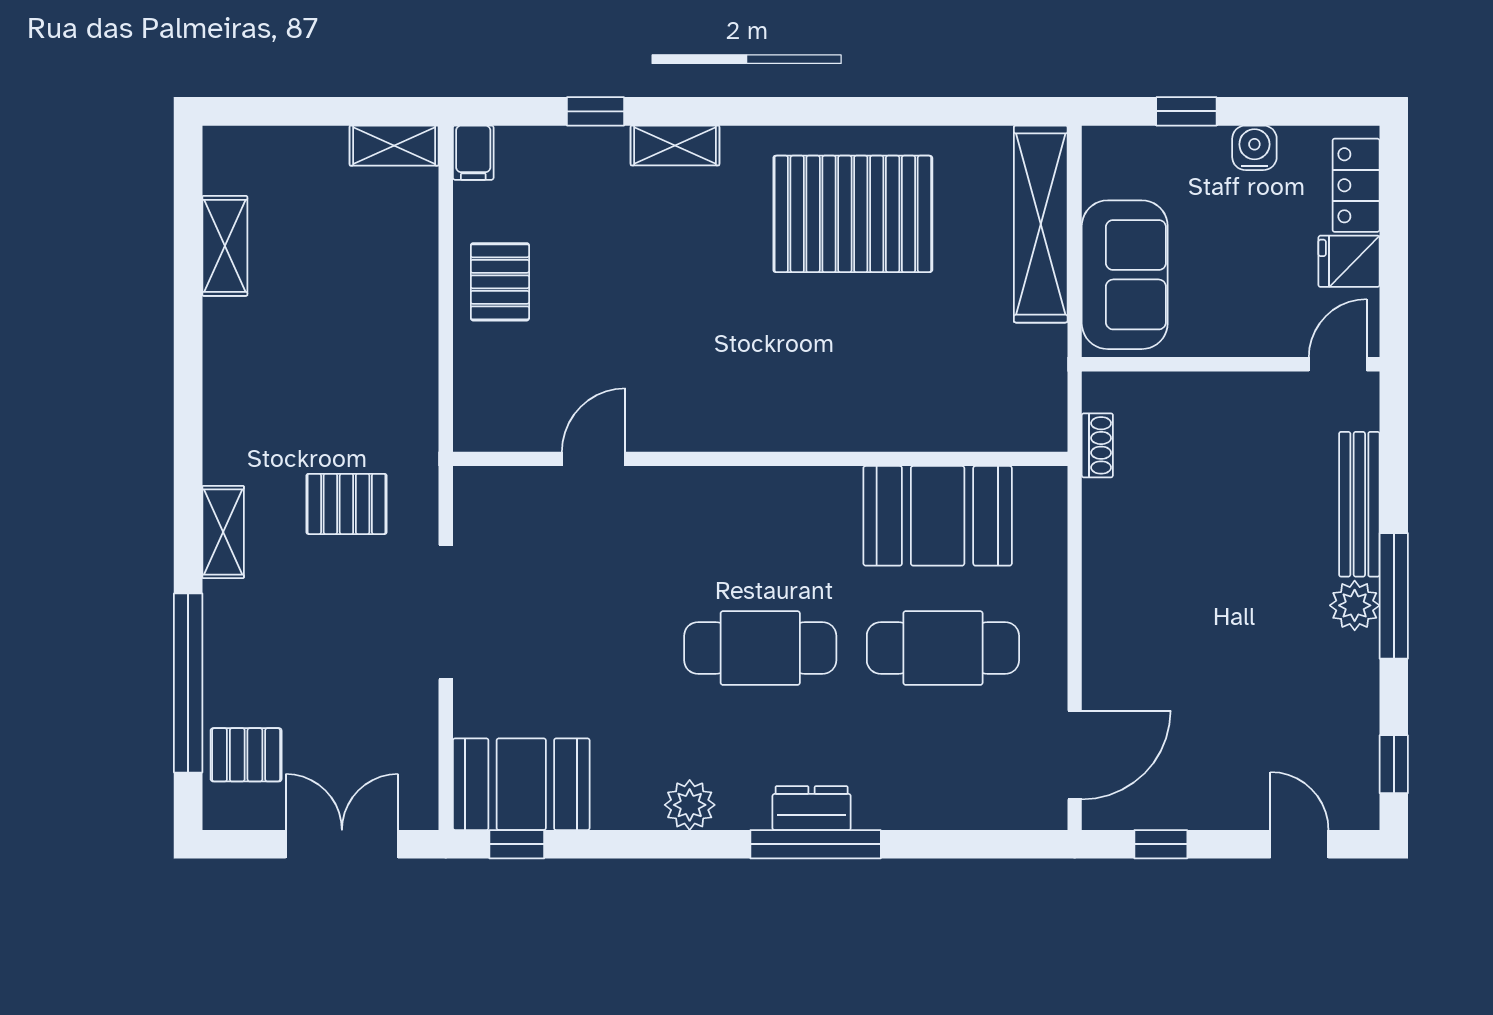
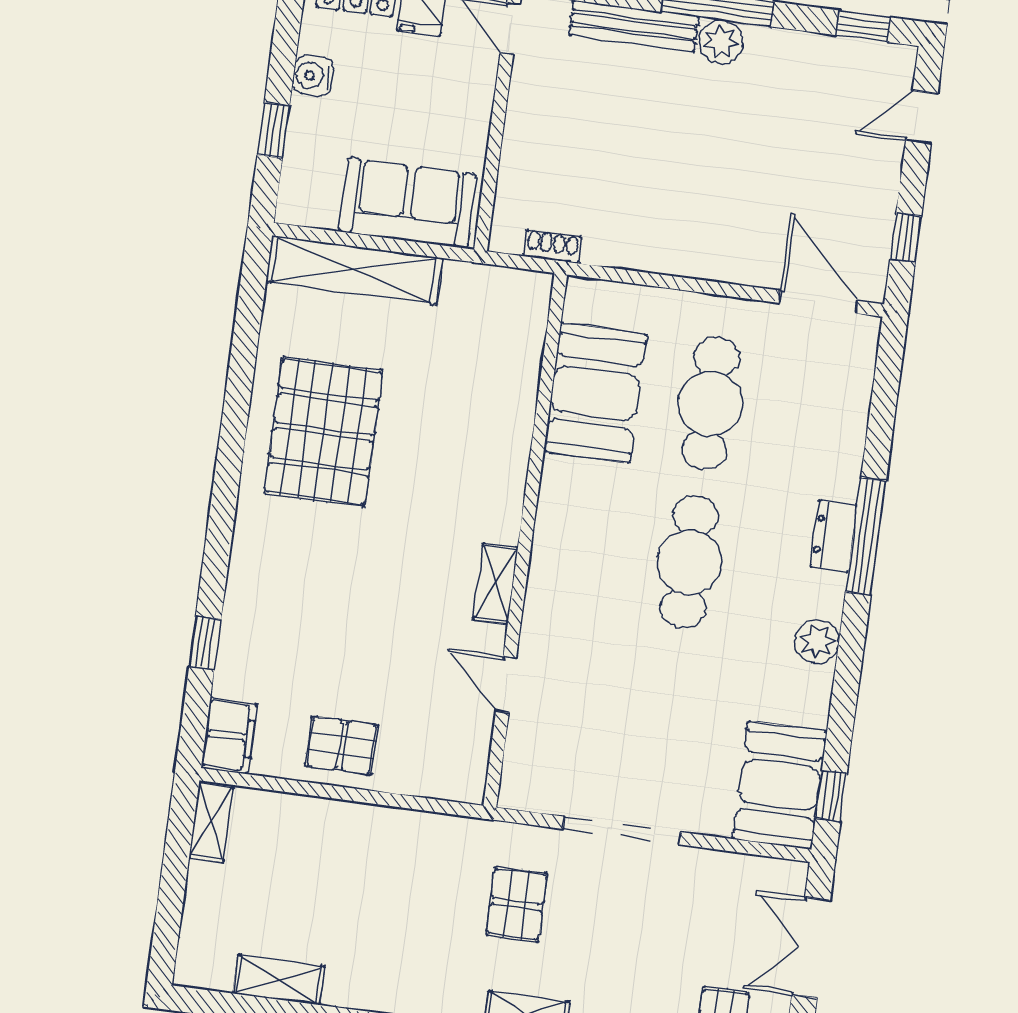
shelving: (675, 146) -> (496, 584), moved
filing cabinet: (473, 153) -> (229, 736), width x2.00

